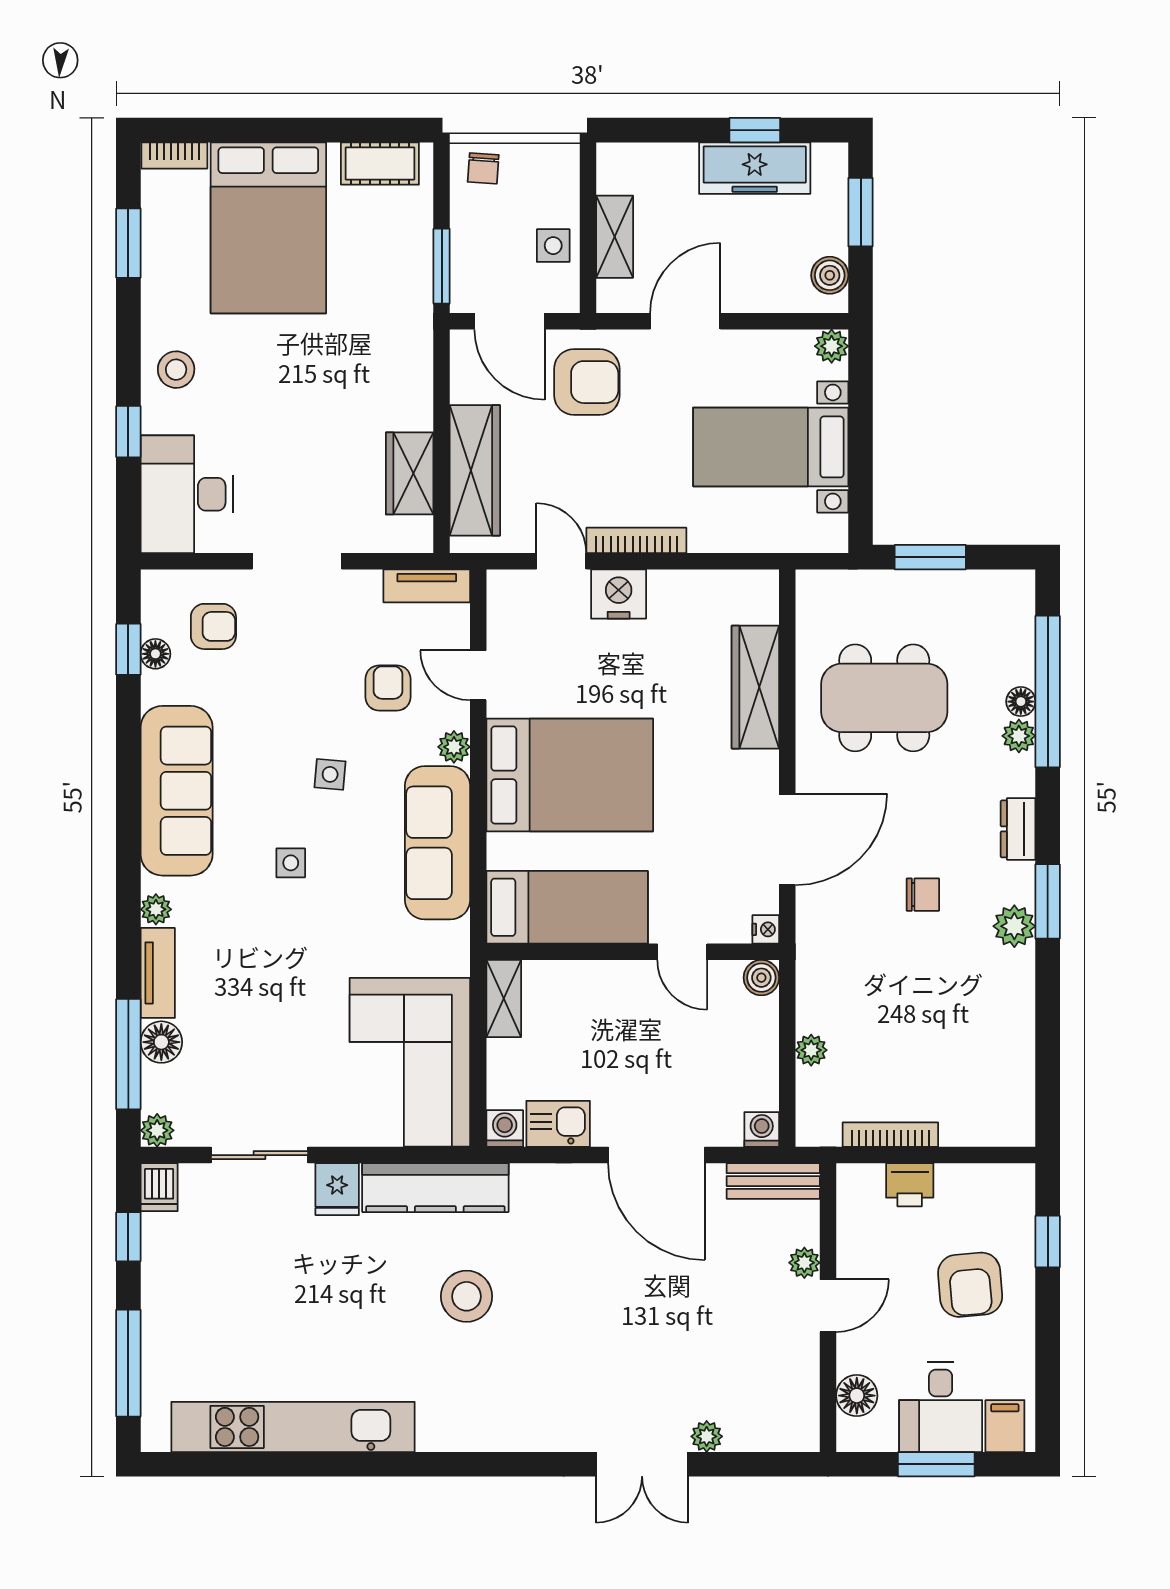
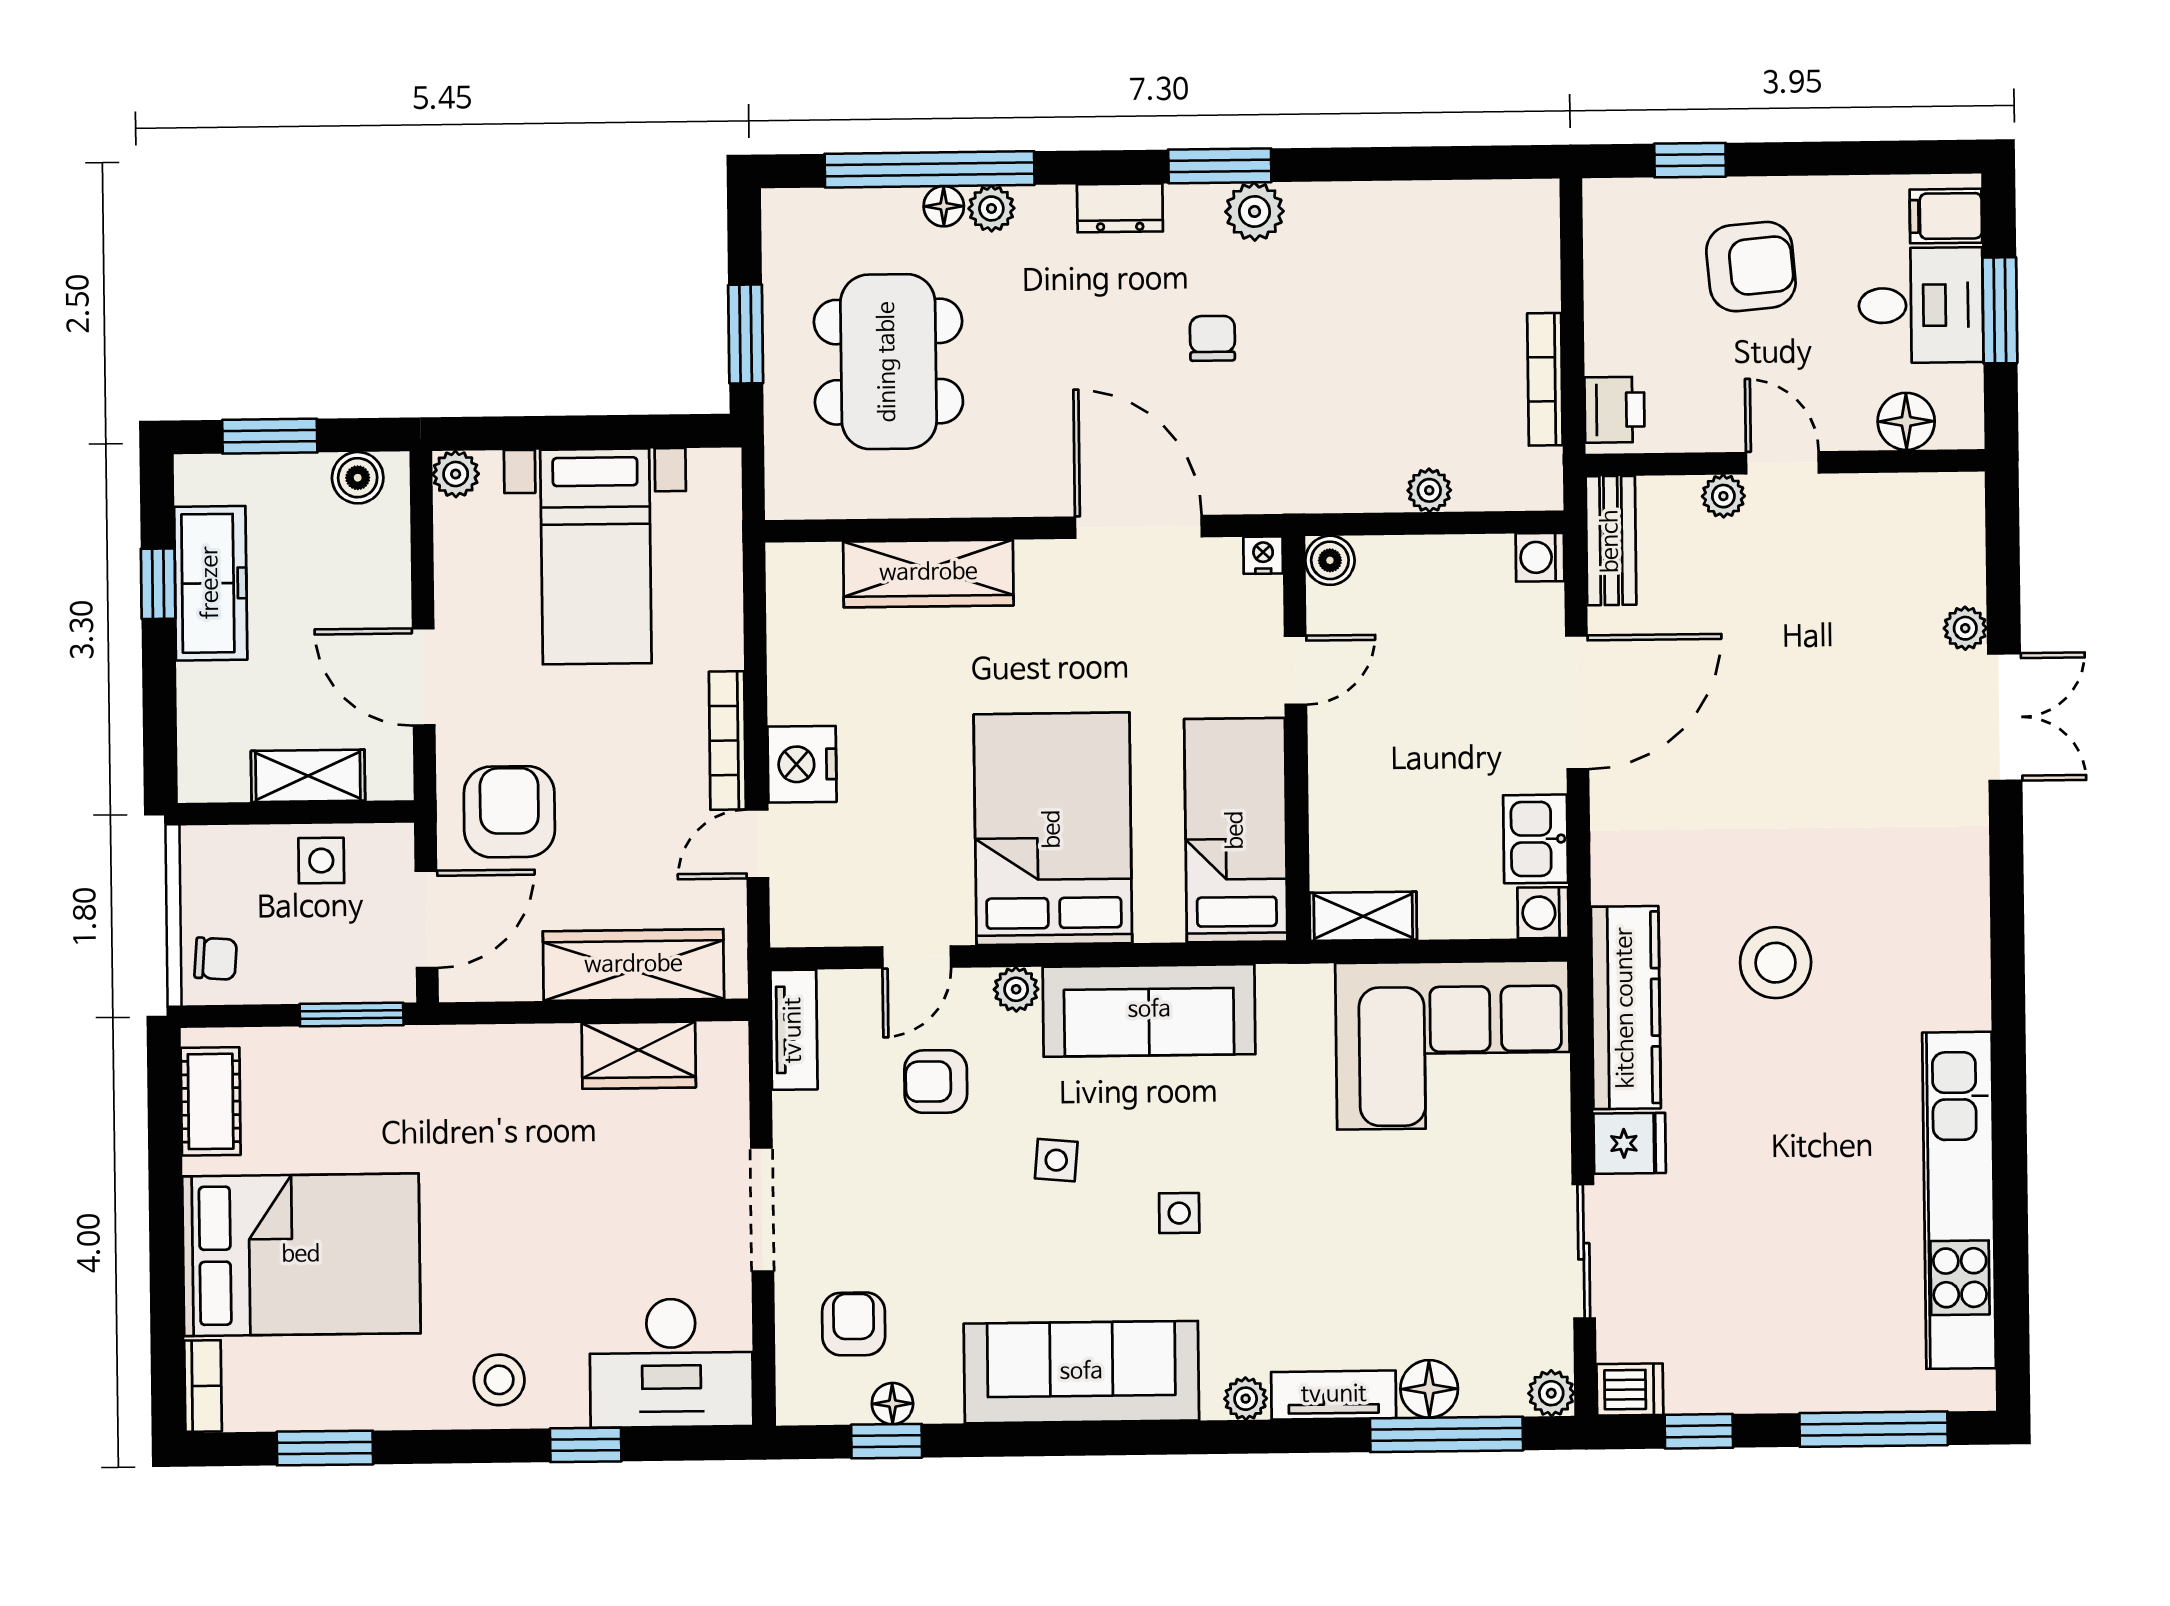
dining table: (884, 698) -> (888, 362), moved
printer: (910, 1185) -> (1614, 410), moved

